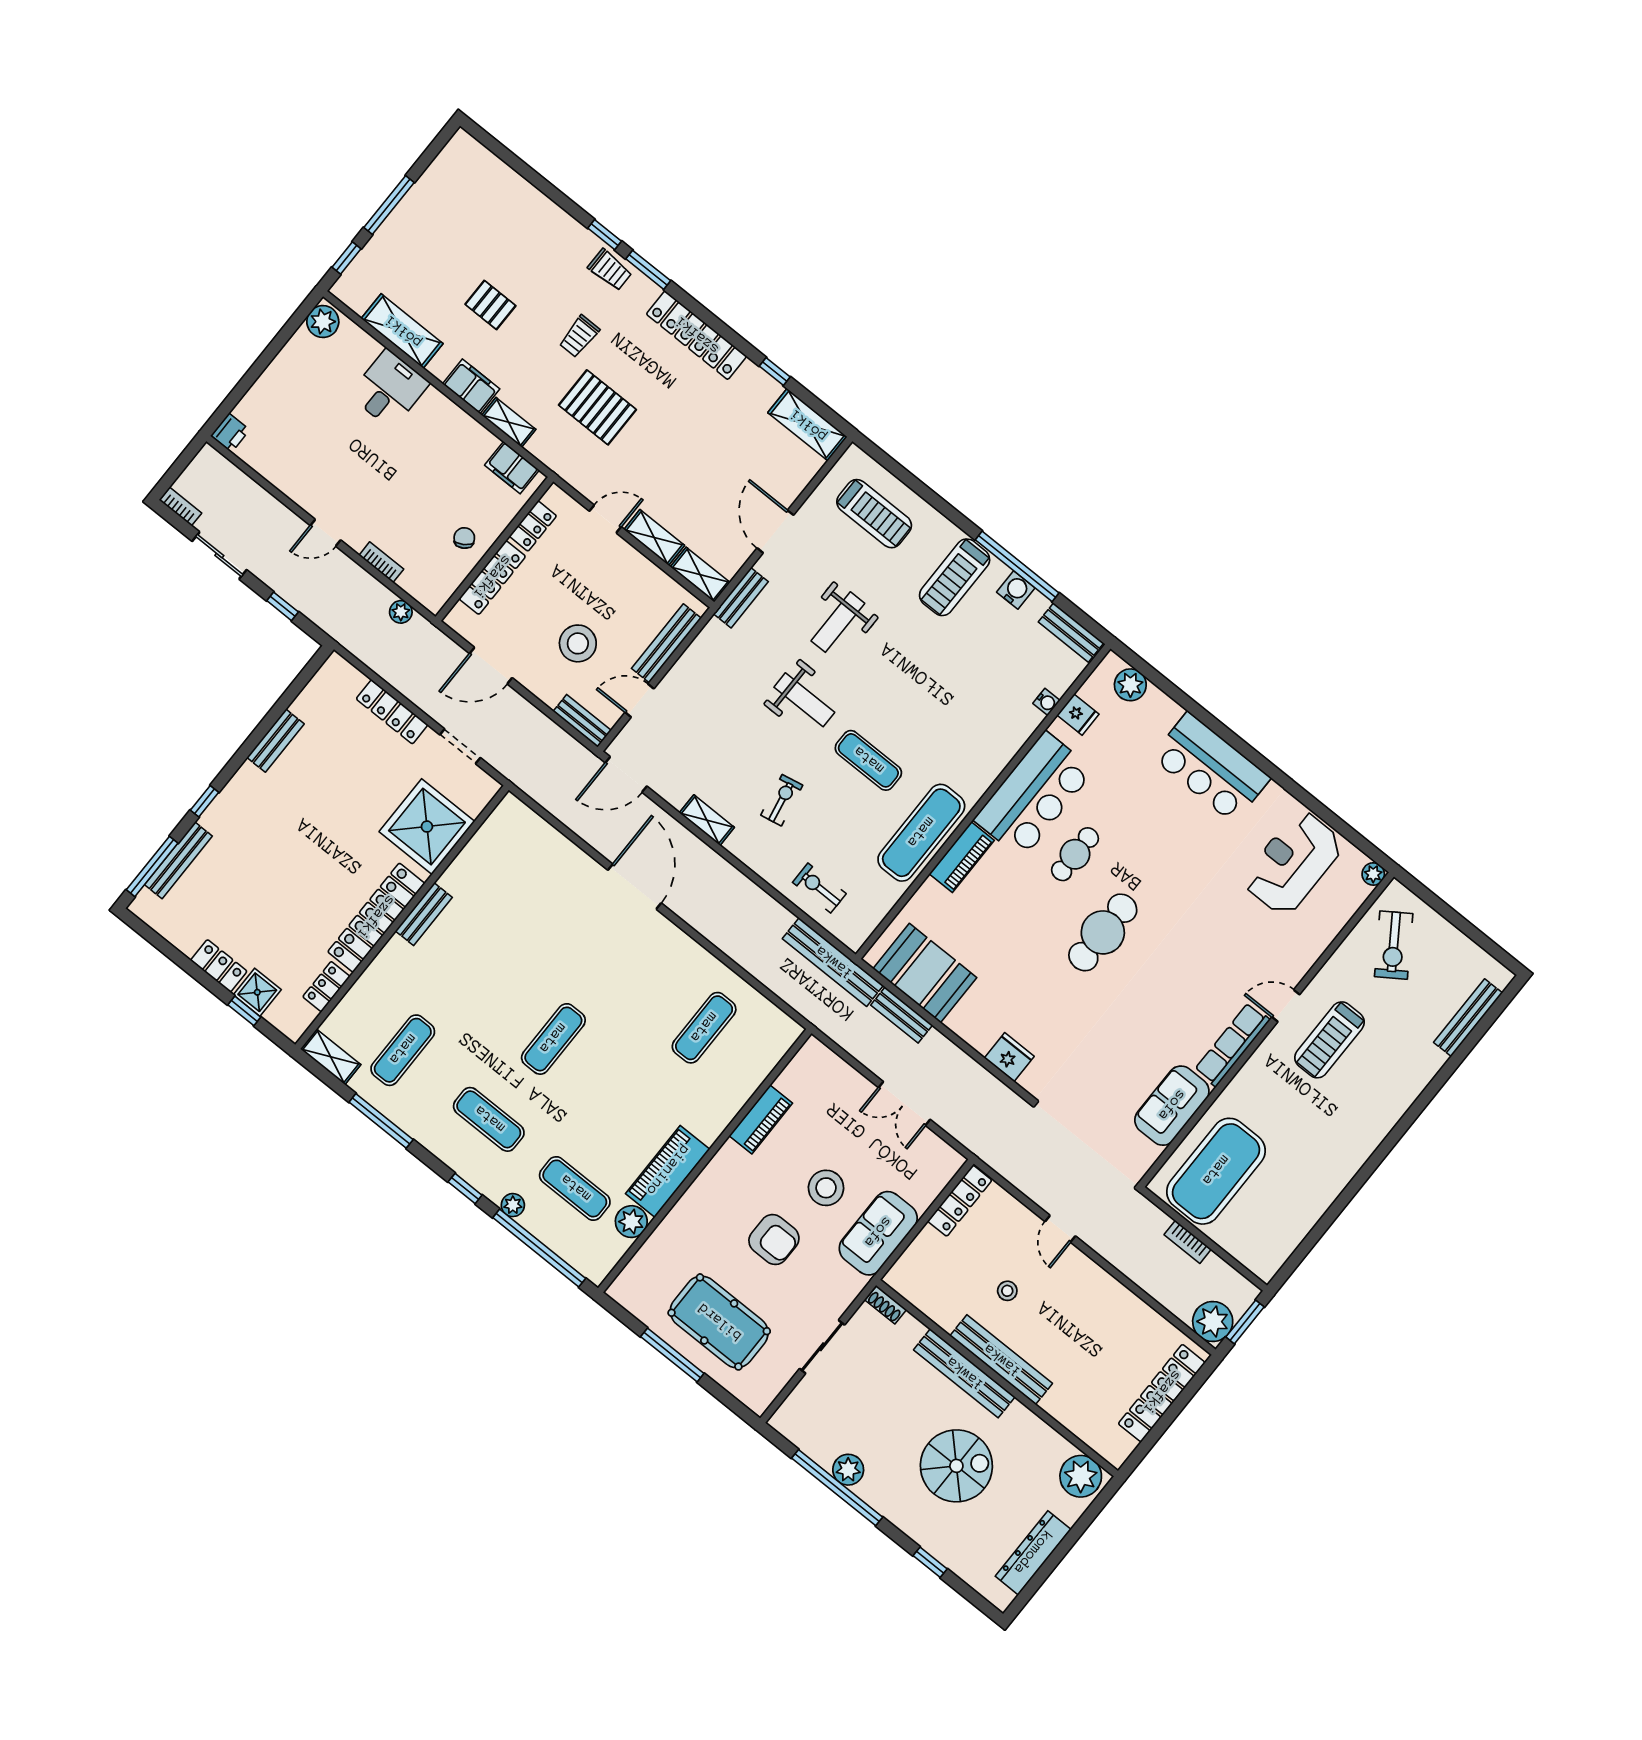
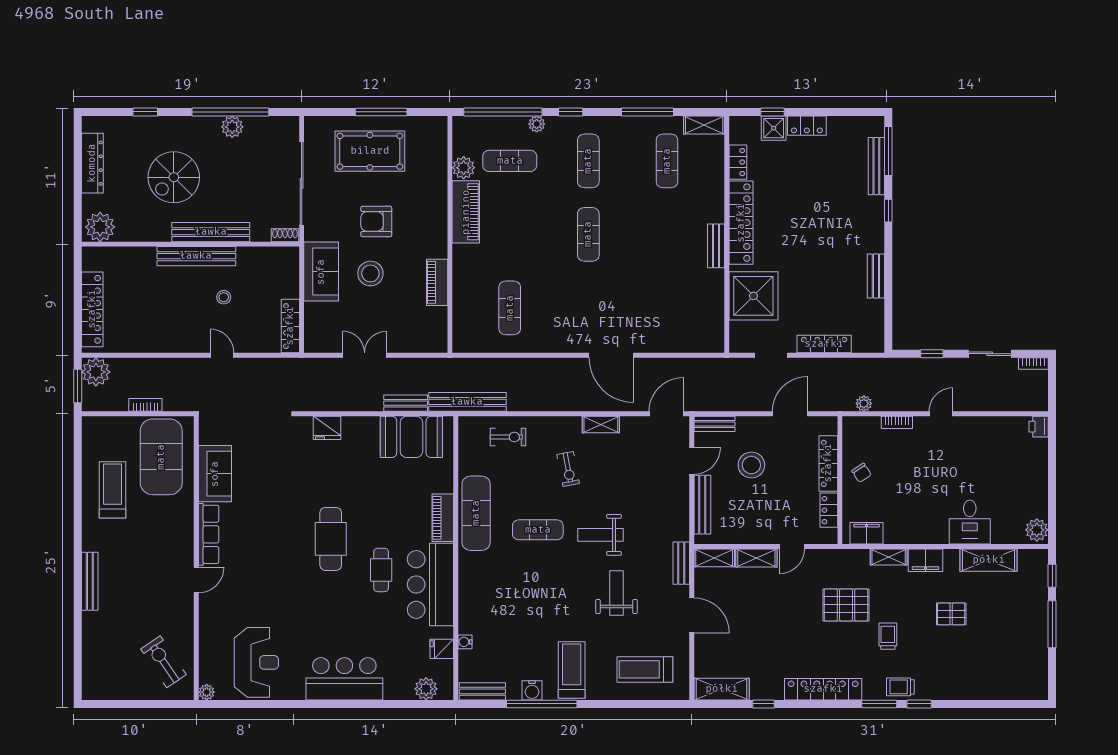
bench: (1468, 1018) -> (90, 581), moved
treadmill: (1330, 1040) -> (112, 490), moved
exercise mat: (489, 1119) -> (588, 161), turned 90
sliding door: (822, 1347) -> (302, 183), width x1.86

